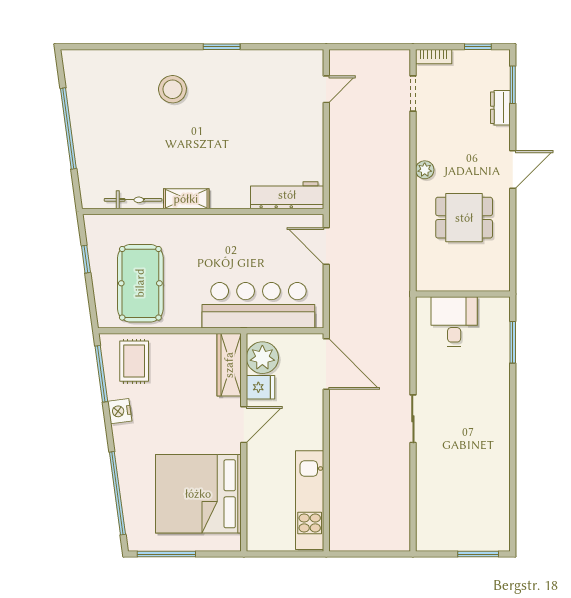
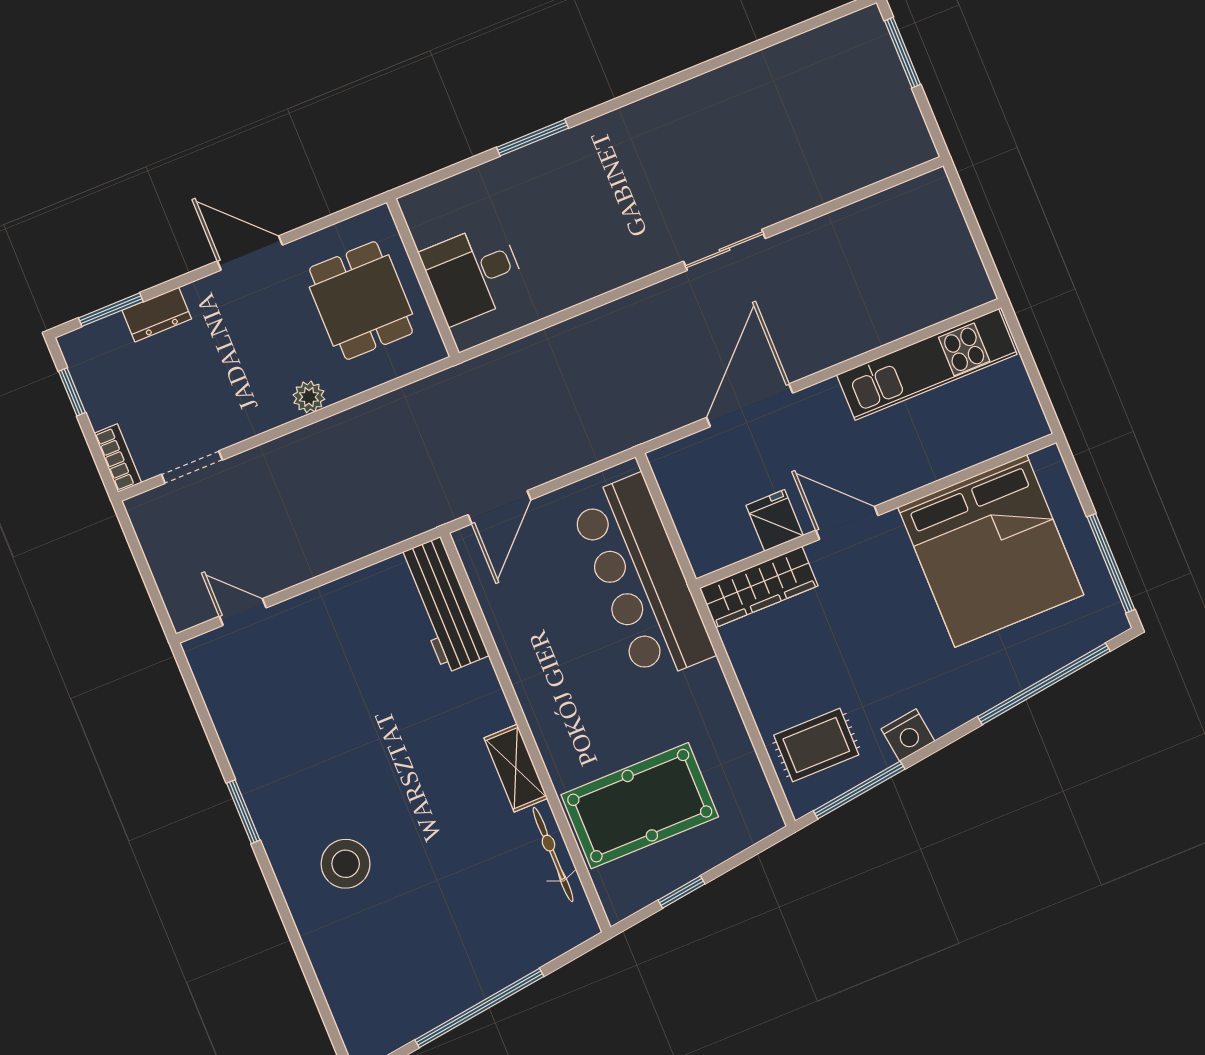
pool table: (140, 283) -> (640, 806), moved
wall: (463, 294) -> (423, 278), moved
desk: (454, 321) -> (474, 274), moved
plant: (262, 358) -> (725, 537), removed
door: (326, 364) -> (750, 405), moved

